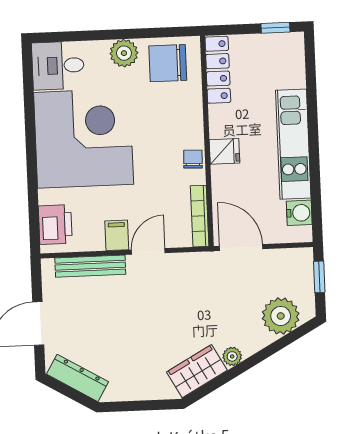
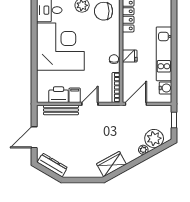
printer: (55, 225) -> (59, 95), moved, turned -90
door: (241, 248) -> (136, 104), hinge flipped
plant: (232, 356) -> (143, 150), moved

